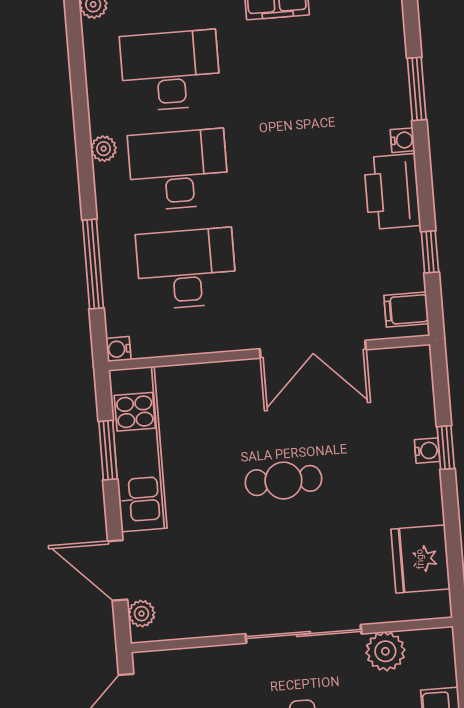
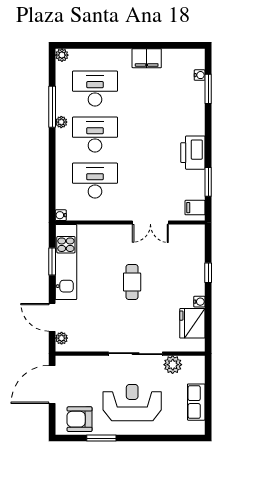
window: (417, 89) -> (208, 89), moved
water cooler: (403, 140) -> (200, 75), moved
window: (430, 252) -> (208, 182), width x1.50
window: (93, 264) -> (52, 107), moved
double door: (313, 349) -> (150, 222), width x0.73
water cooler: (427, 451) -> (199, 302), moved
cafe table: (283, 481) -> (132, 282), turned 90

